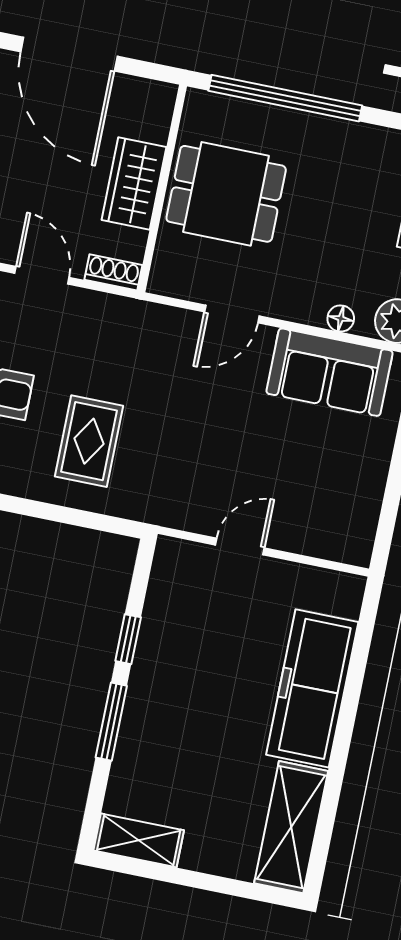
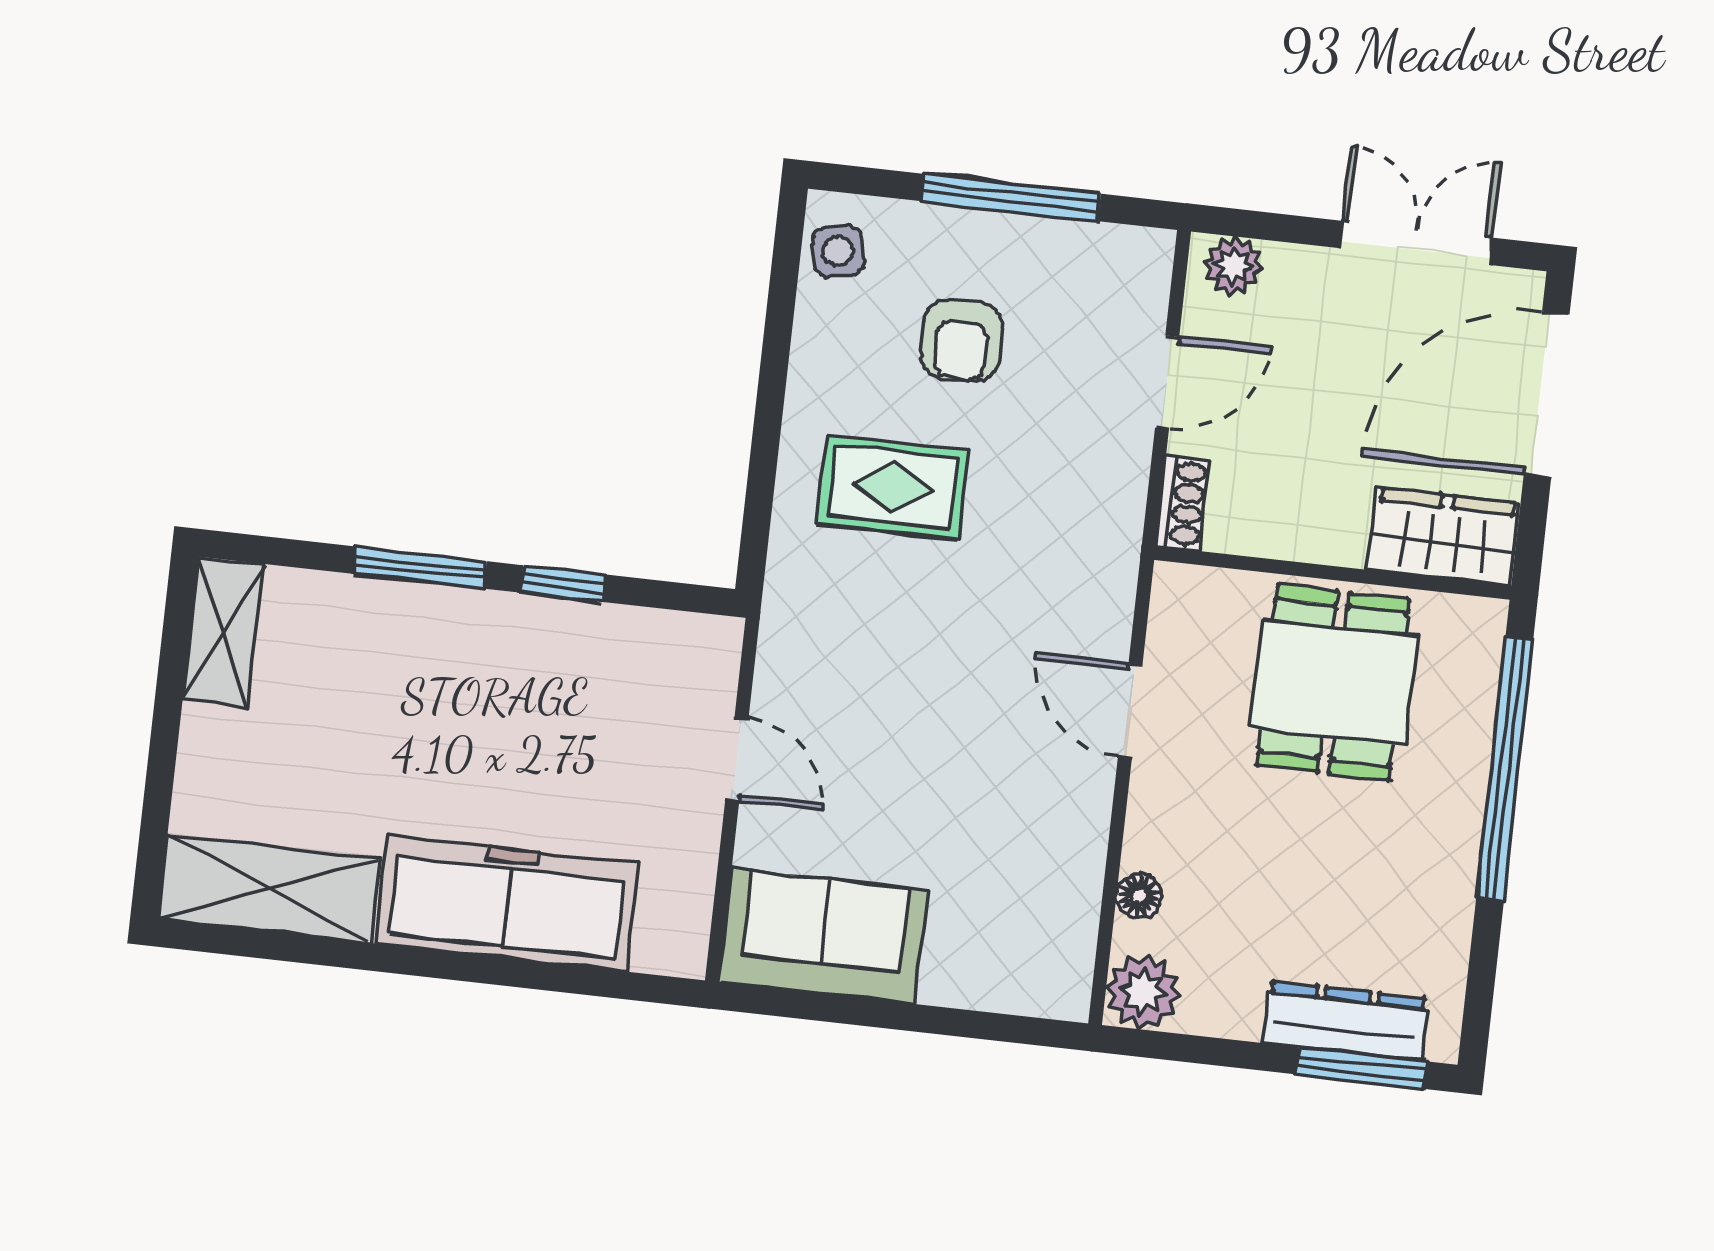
wardrobe: (134, 183) -> (1444, 536), moved
sofa: (330, 372) -> (823, 936), moved, turned 90

